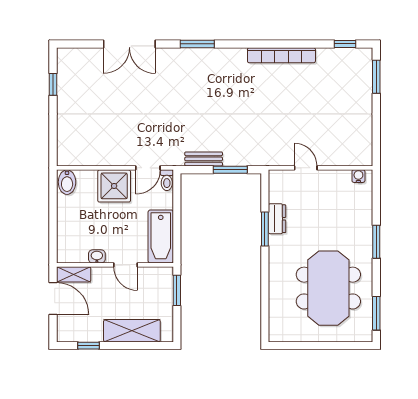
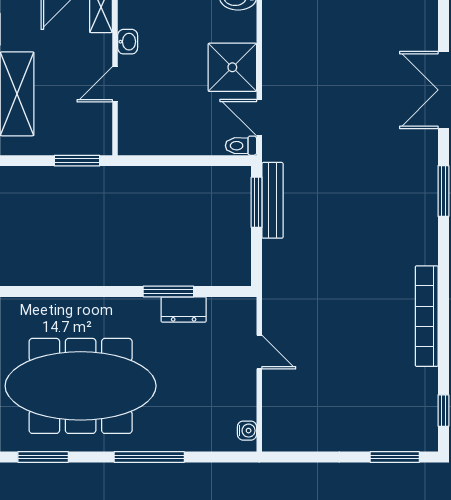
bench: (204, 159) -> (273, 200), width x1.36
door: (306, 168) -> (259, 352), hinge flipped
window: (230, 170) -> (257, 202), moved
bathtub: (161, 237) -> (157, 137), removed
window: (376, 242) -> (149, 457), width x1.44
meeting table: (328, 288) -> (81, 386), width x1.36

